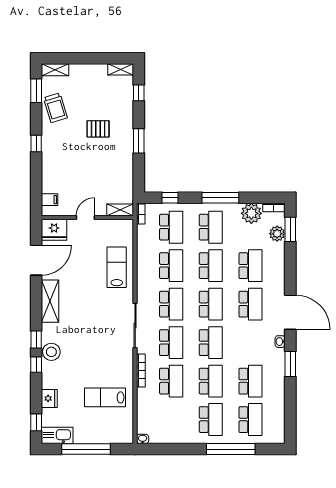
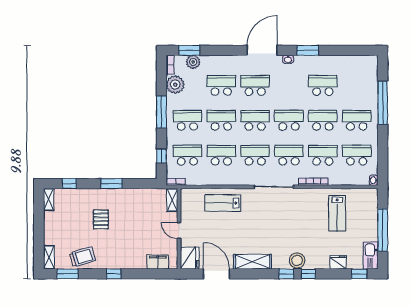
filing cabinet: (50, 200) -> (158, 262), width x2.00
school desk: (250, 420) -> (357, 155), moved

